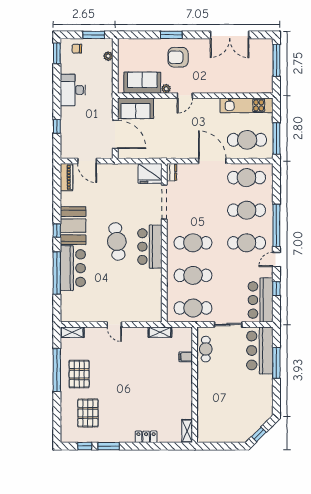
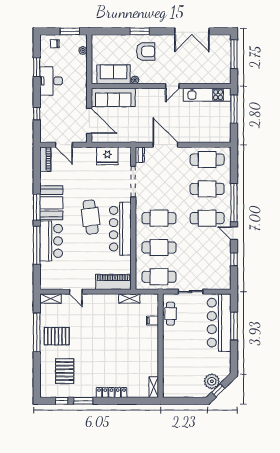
window: (57, 53) -> (37, 67), moved
armchair: (178, 57) -> (146, 51), turned 180
door: (185, 96) -> (172, 86), moved
sofa: (136, 108) -> (113, 97), width x1.36
window: (276, 138) -> (234, 109), moved
cafe table: (247, 140) -> (208, 126), removed
door: (212, 161) -> (165, 145), moved
fridge: (150, 173) -> (107, 156), moved
window: (57, 231) -> (37, 207), width x2.17
bar counter: (150, 247) -> (120, 229), width x1.36
door: (276, 260) -> (234, 233), hinge flipped
bar counter: (261, 300) -> (220, 270), removed
piano: (142, 314) -> (113, 282), added
door: (114, 325) -> (76, 292), moved
bar counter: (260, 350) -> (219, 323), width x1.36
pallet: (79, 374) -> (57, 336), turned 90
plant: (252, 424) -> (212, 381), added
locker: (146, 437) -> (111, 392), width x1.53

